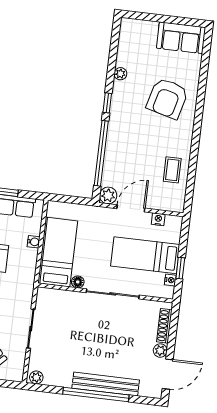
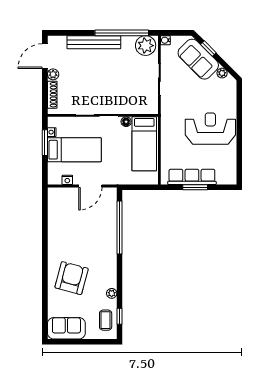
window: (107, 103) -> (119, 316), moved
coffee table: (172, 170) -> (106, 320), moved
plant: (108, 195) -> (110, 194), removed
water cooler: (34, 242) -> (165, 40), moved
window: (180, 268) -> (45, 143), width x1.50
plant: (36, 377) -> (146, 46), width x1.88, depth x1.88
window: (96, 394) -> (122, 33), moved

